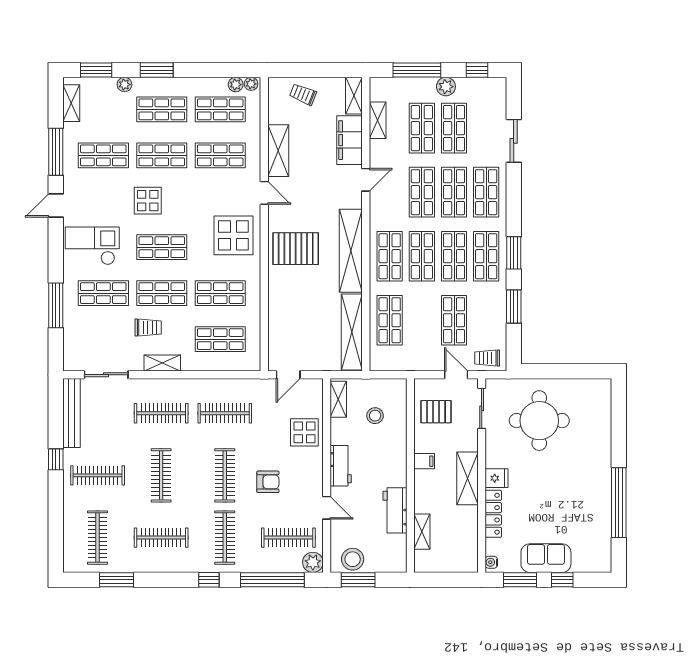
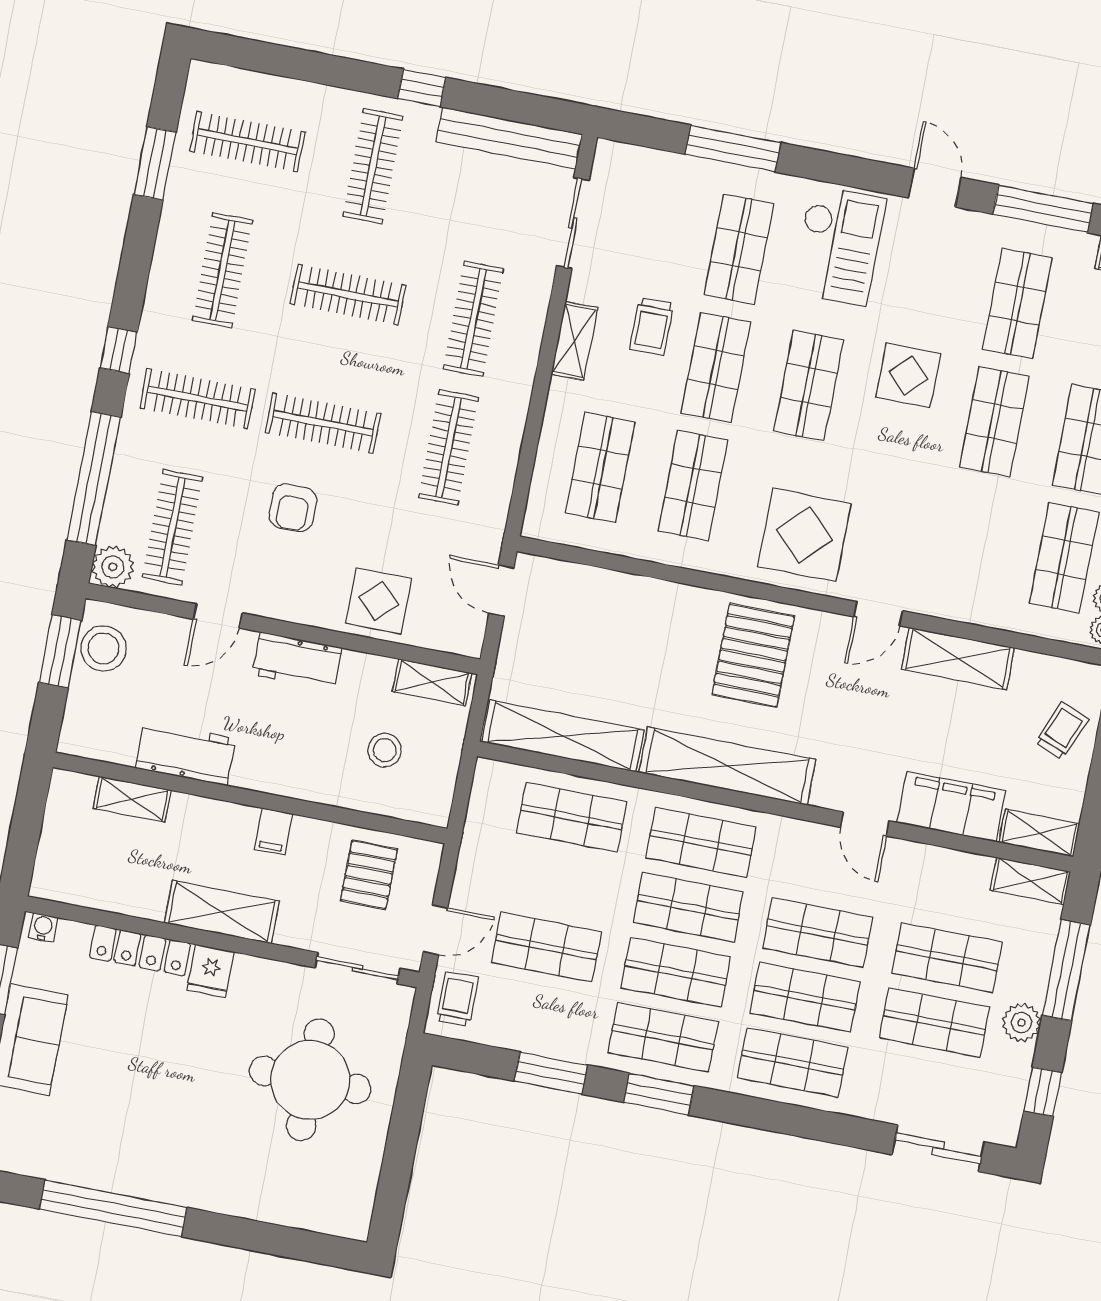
shelving: (378, 120) -> (1030, 881), moved
sliding door: (514, 141) -> (938, 1148), moved
shop shelf: (220, 155) -> (971, 540), removed

